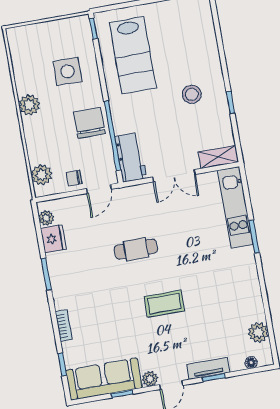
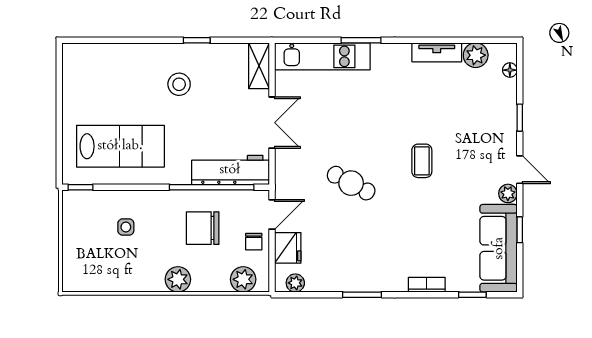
side table: (67, 71) -> (126, 227), width x0.54, depth x0.54
plant: (29, 105) -> (178, 279), moved
chair: (89, 123) -> (203, 228), moved
workbench: (131, 157) -> (230, 170), width x1.37
door: (99, 189) -> (272, 214), hinge flipped
fridge: (53, 239) -> (288, 248), moved, turned 90
cafe table: (136, 249) -> (351, 183), turned -62
coffee table: (164, 304) -> (422, 161), width x0.73, depth x0.77
tv unit: (208, 368) -> (437, 52), moved, turned -90

